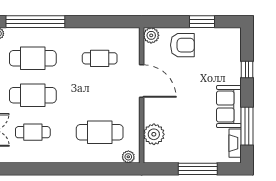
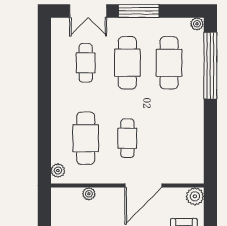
cafe table: (100, 58) -> (127, 138), moved
plant: (154, 134) -> (89, 194), width x0.53, depth x0.53

